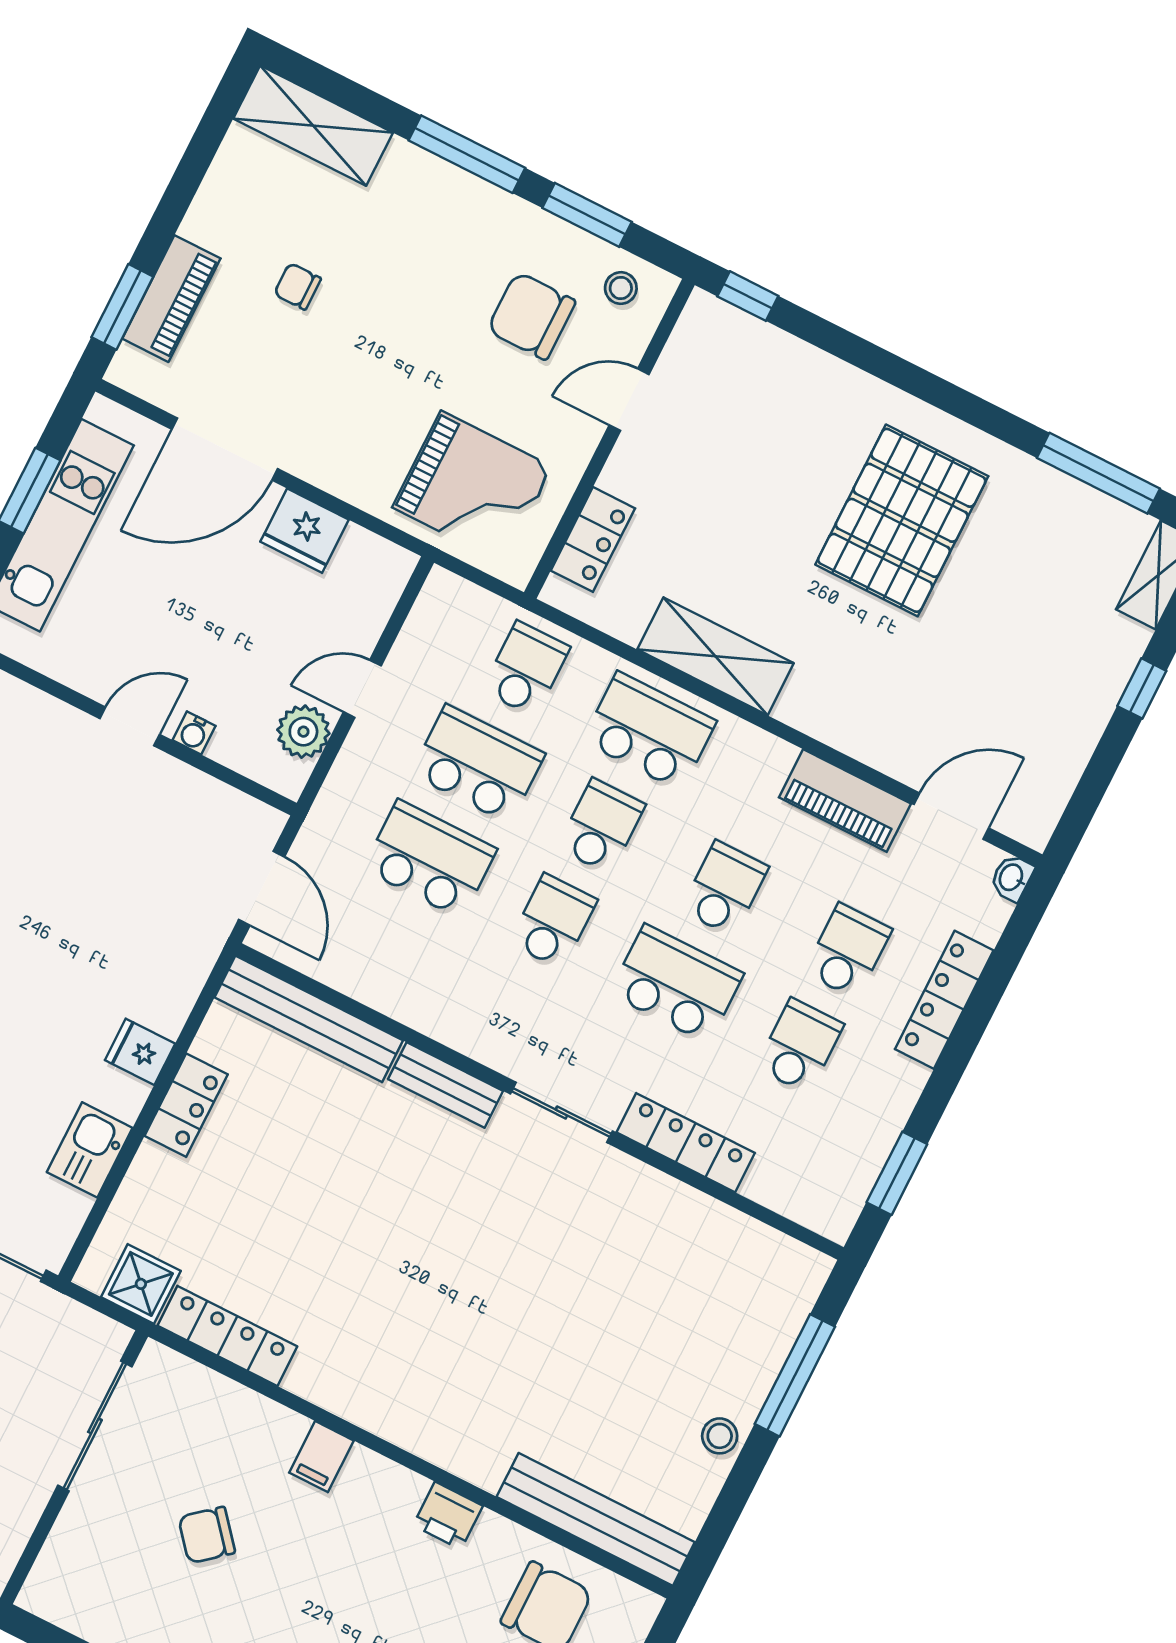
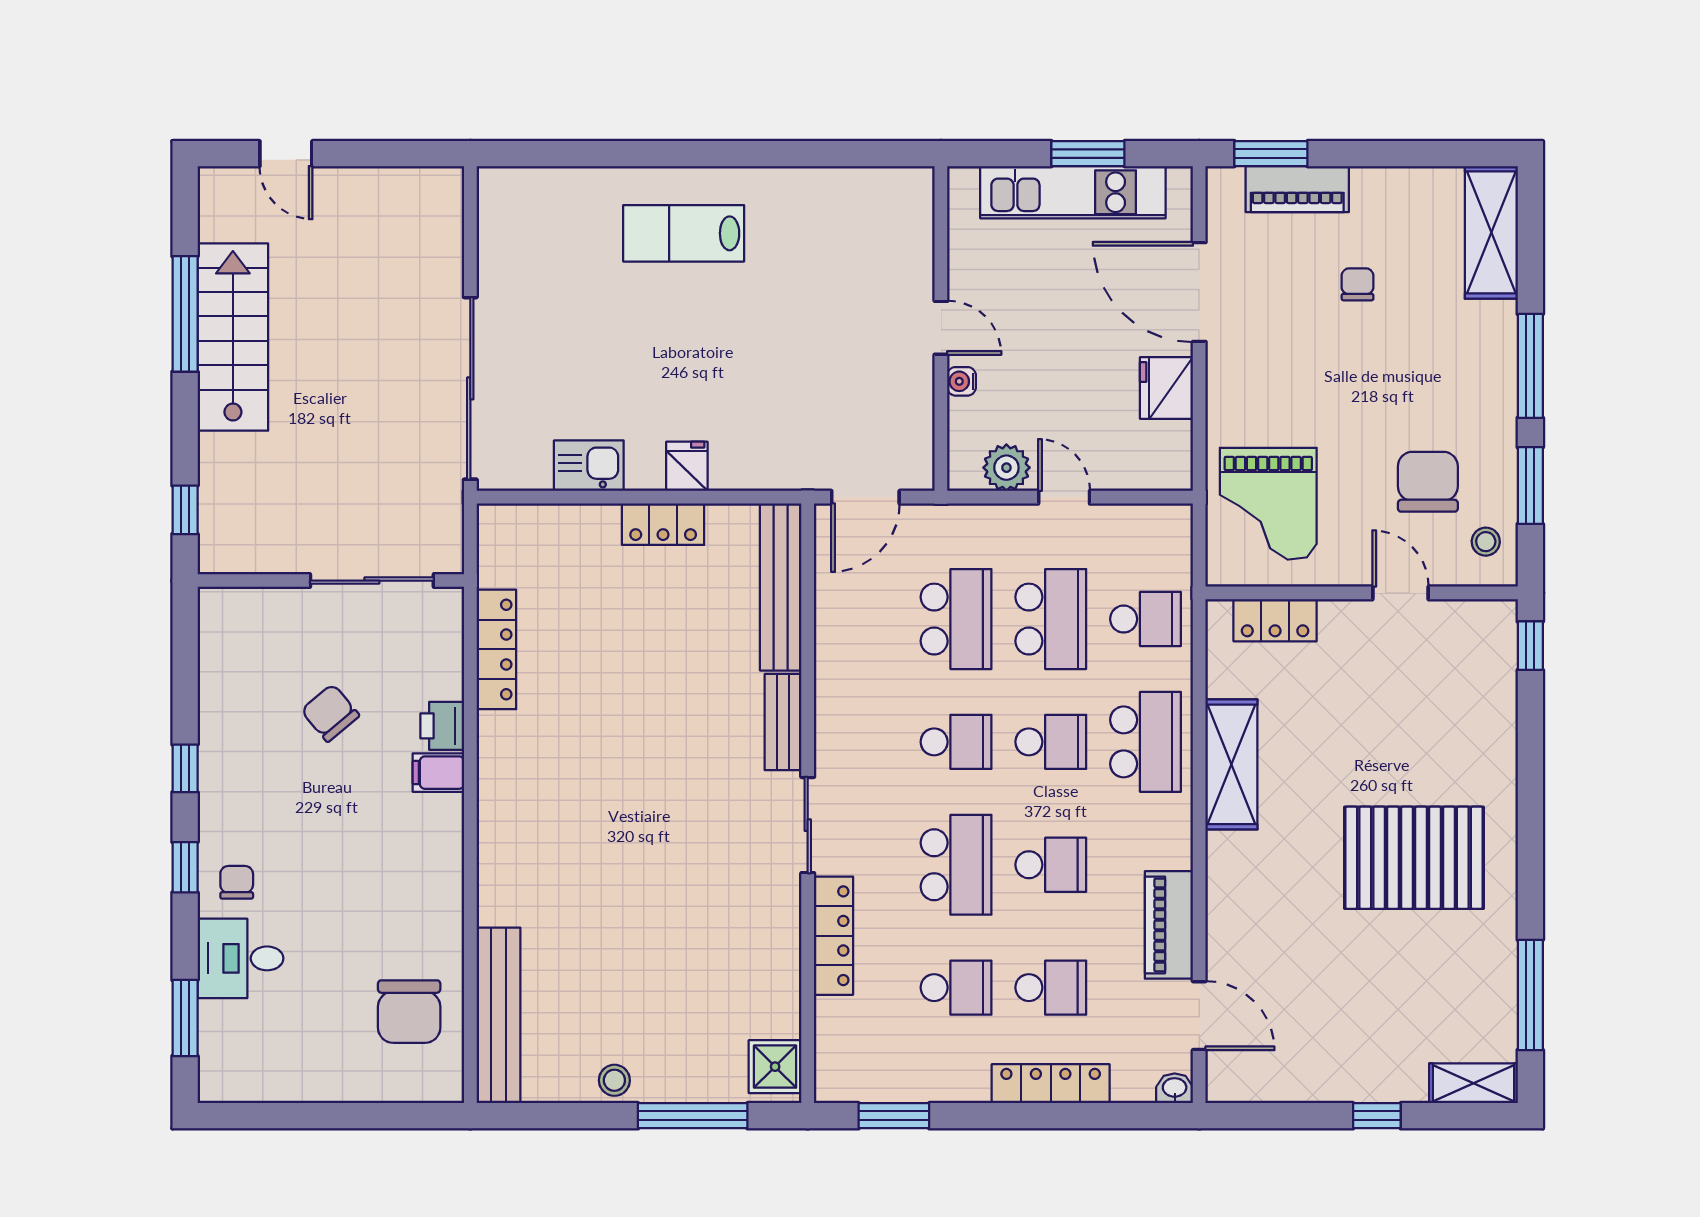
shower: (141, 1284) -> (775, 1067), moved
printer: (448, 1516) -> (442, 726), moved

